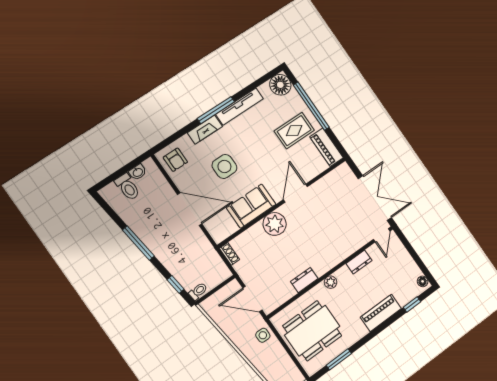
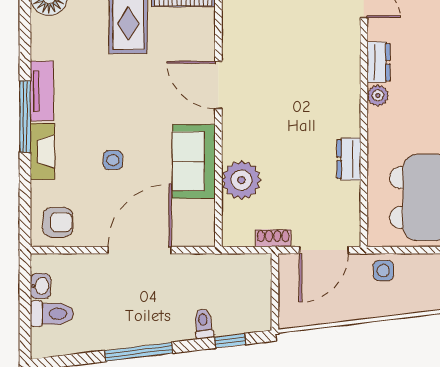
tv unit: (240, 107) -> (42, 91), width x0.71
side table: (224, 166) -> (113, 160), width x0.54, depth x0.54
plant: (275, 224) -> (241, 180), moved
shoe rack: (229, 254) -> (273, 238), moved
plant: (331, 282) -> (378, 96), moved
toilet: (198, 291) -> (203, 324), moved

